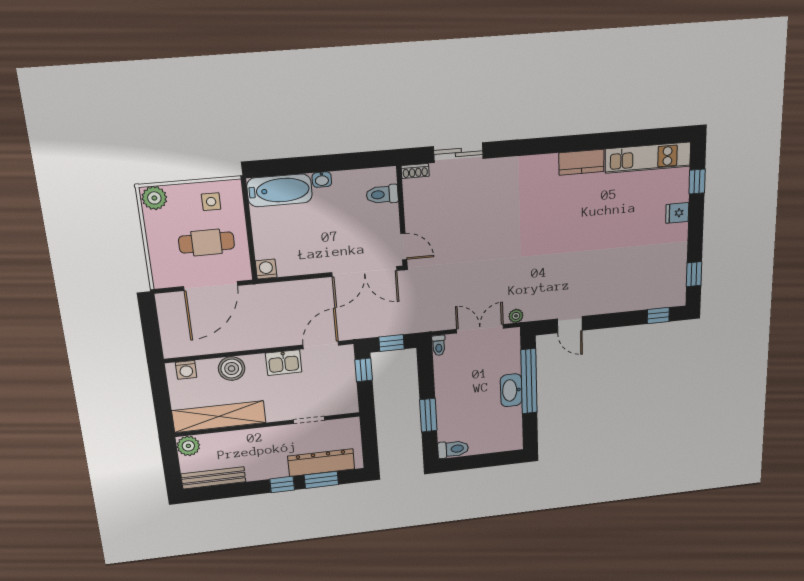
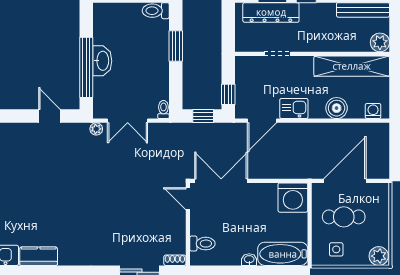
washing machine: (266, 269) -> (293, 198), width x1.89, depth x1.89

